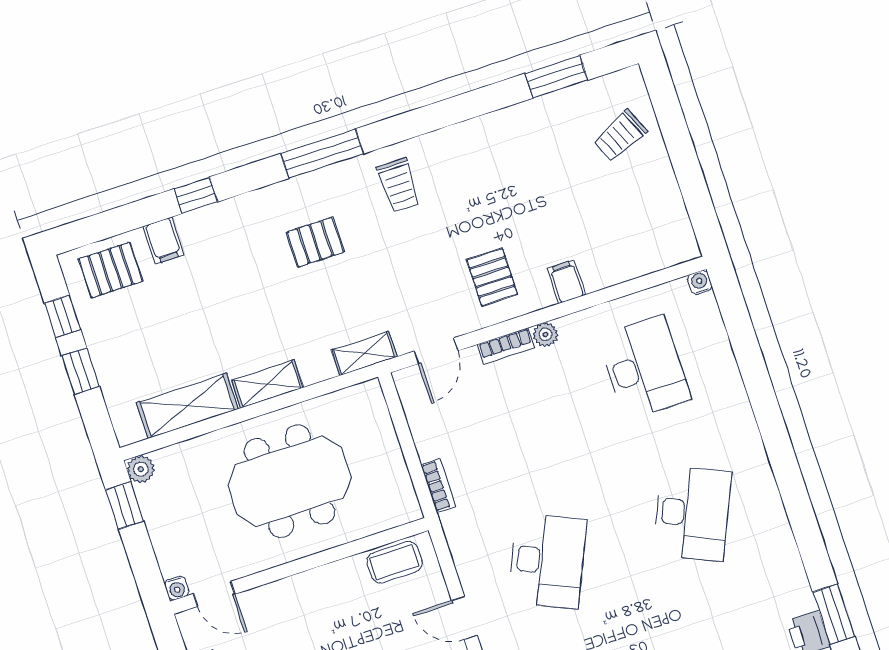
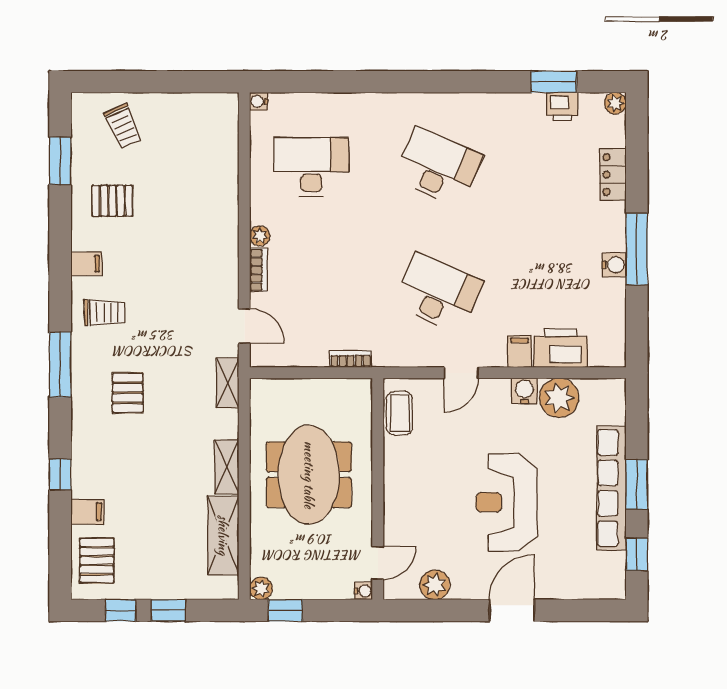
pallet: (492, 277) -> (112, 201), moved
filing cabinet: (566, 282) -> (86, 264), moved, turned 180

